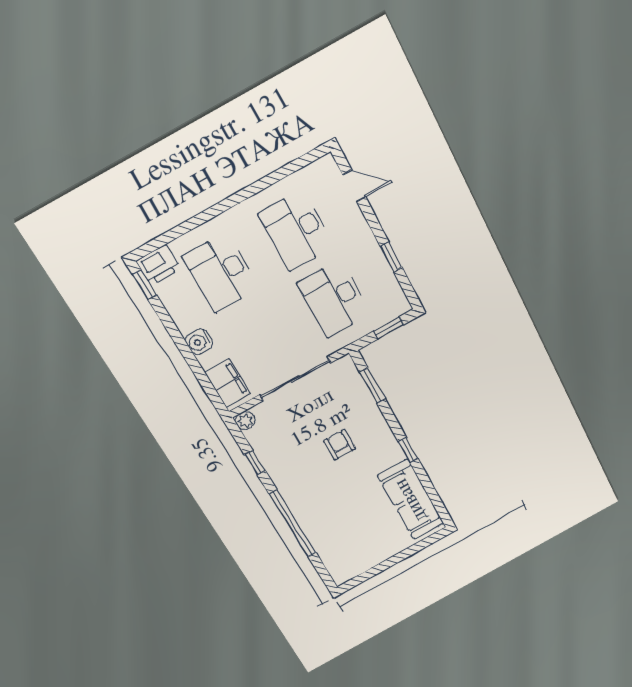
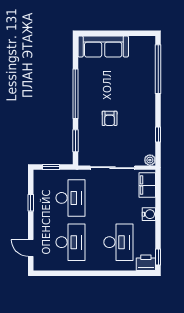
window: (408, 450) -> (75, 94), width x3.17
sofa: (411, 500) -> (103, 46), moved, turned 90
window: (293, 524) -> (158, 69), moved

